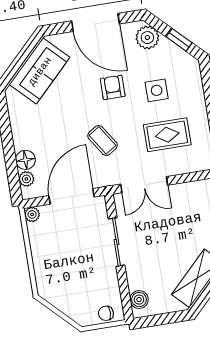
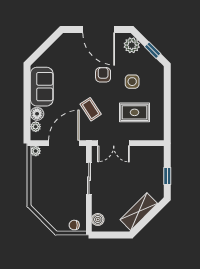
sofa: (40, 71) -> (42, 87), moved, turned -45

